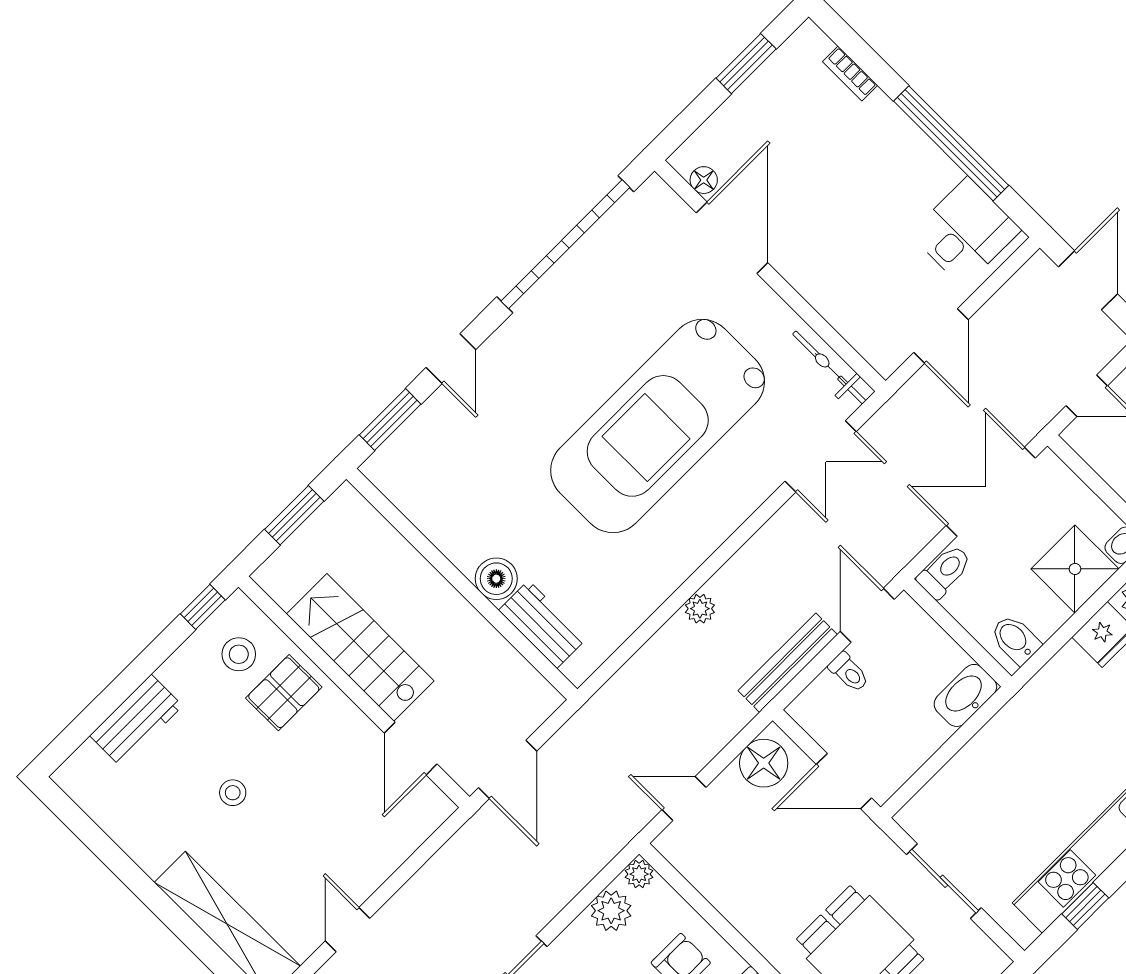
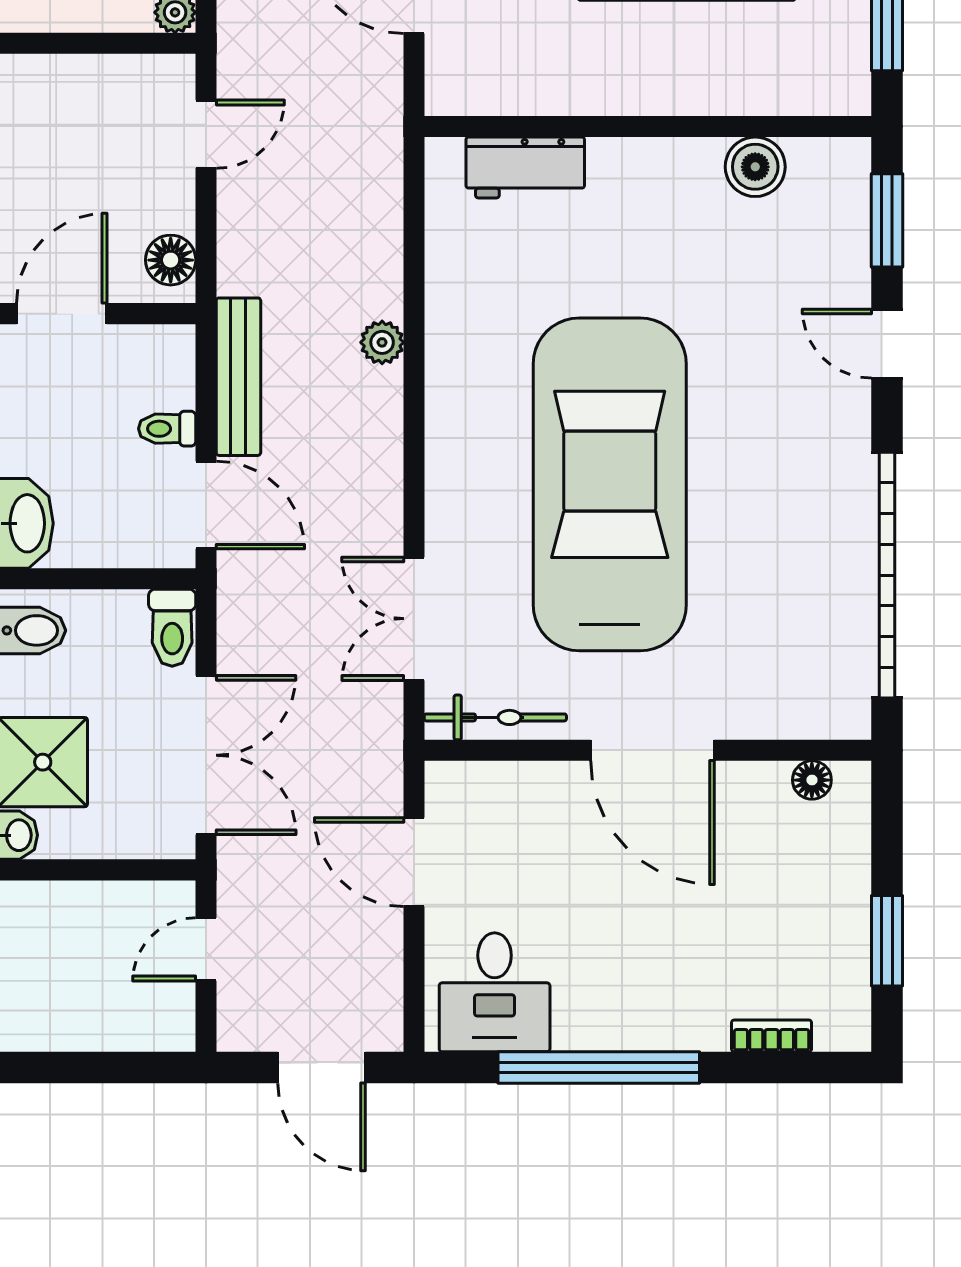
door: (732, 238) -> (652, 750), moved
boiler: (496, 579) -> (755, 167), moved
floor lamp: (764, 763) -> (171, 260), width x0.73, depth x0.73

